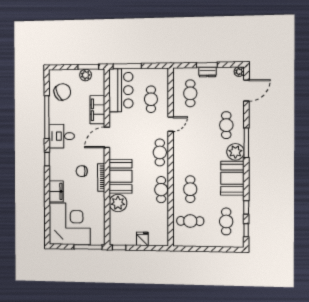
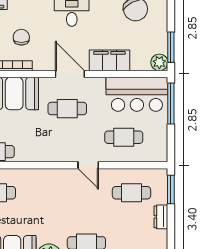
window: (207, 65) -> (171, 190), moved
plant: (86, 75) -> (159, 62), moved
cafe table: (160, 152) -> (67, 109), moved

